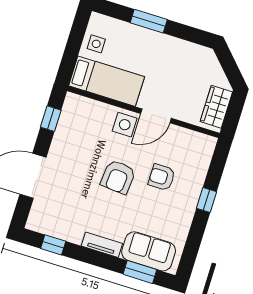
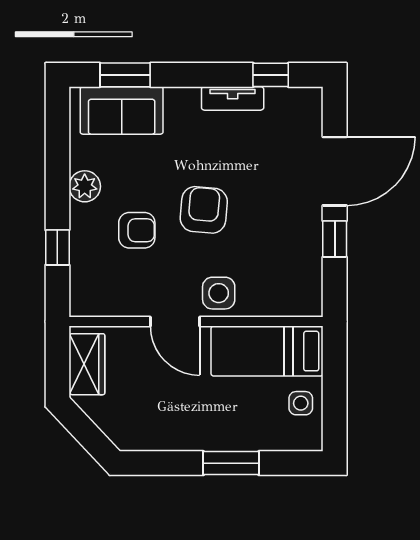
door: (156, 116) -> (175, 322), swing flipped
window: (51, 119) -> (335, 239), moved
window: (206, 200) -> (57, 247), moved
plant: (185, 213) -> (85, 186), added
tv unit: (102, 245) -> (233, 98), moved

